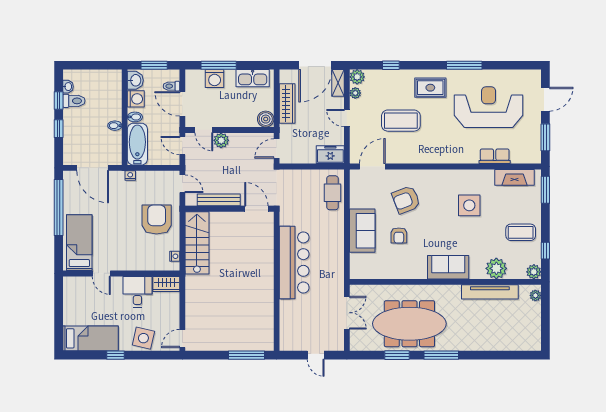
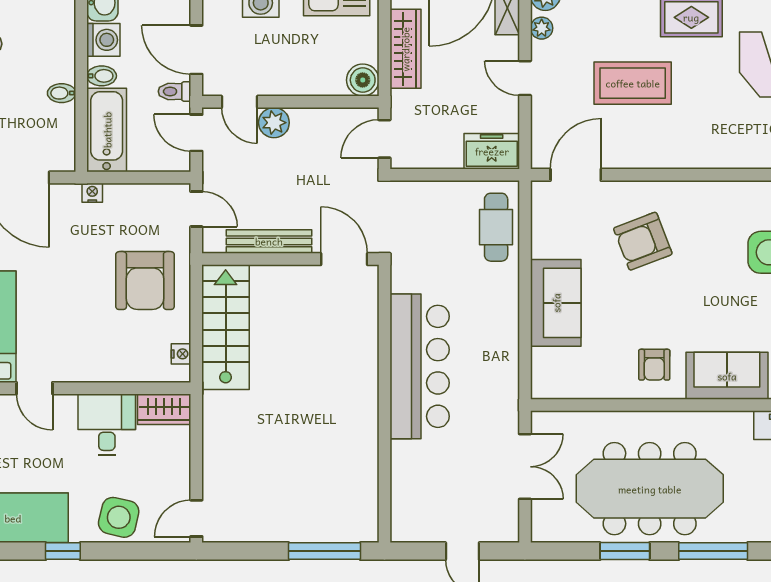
toilet: (171, 86) -> (175, 91), moved
armchair: (157, 220) -> (145, 281), turned 180
armchair: (399, 236) -> (654, 365), moved

